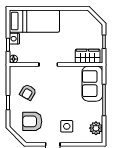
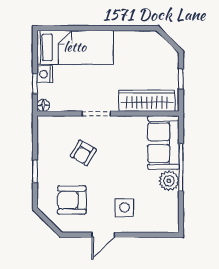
wardrobe: (88, 56) -> (147, 101), width x1.50
armchair: (28, 92) -> (83, 153), moved
plant: (96, 128) -> (169, 181), moved

